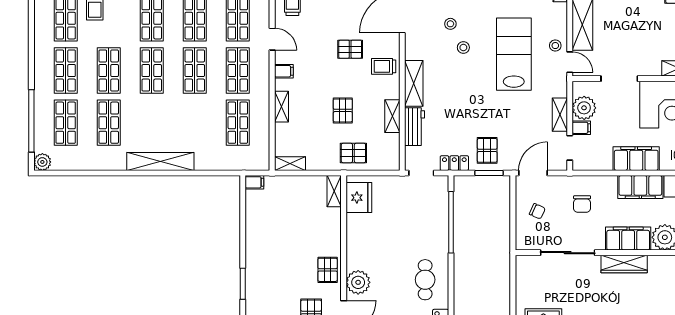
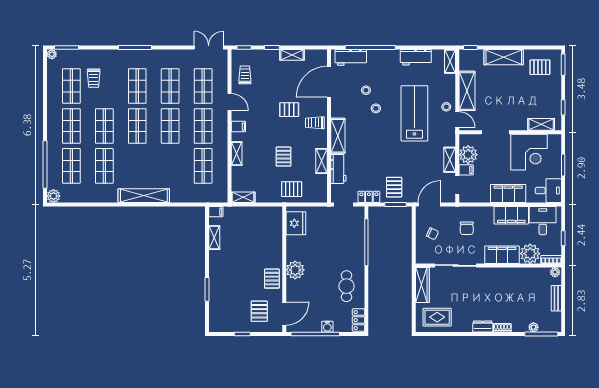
shelving: (334, 191) -> (214, 238), moved
wardrobe: (624, 264) -> (422, 285), moved, turned -90
plant: (358, 282) -> (295, 270), moved

